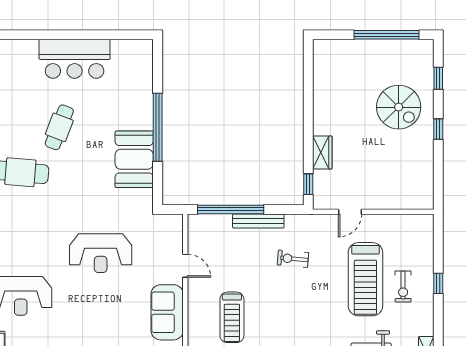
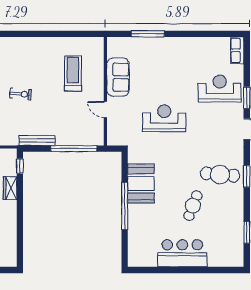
bench: (258, 221) -> (37, 141), moved
exercise bike: (293, 259) -> (21, 94), moved

